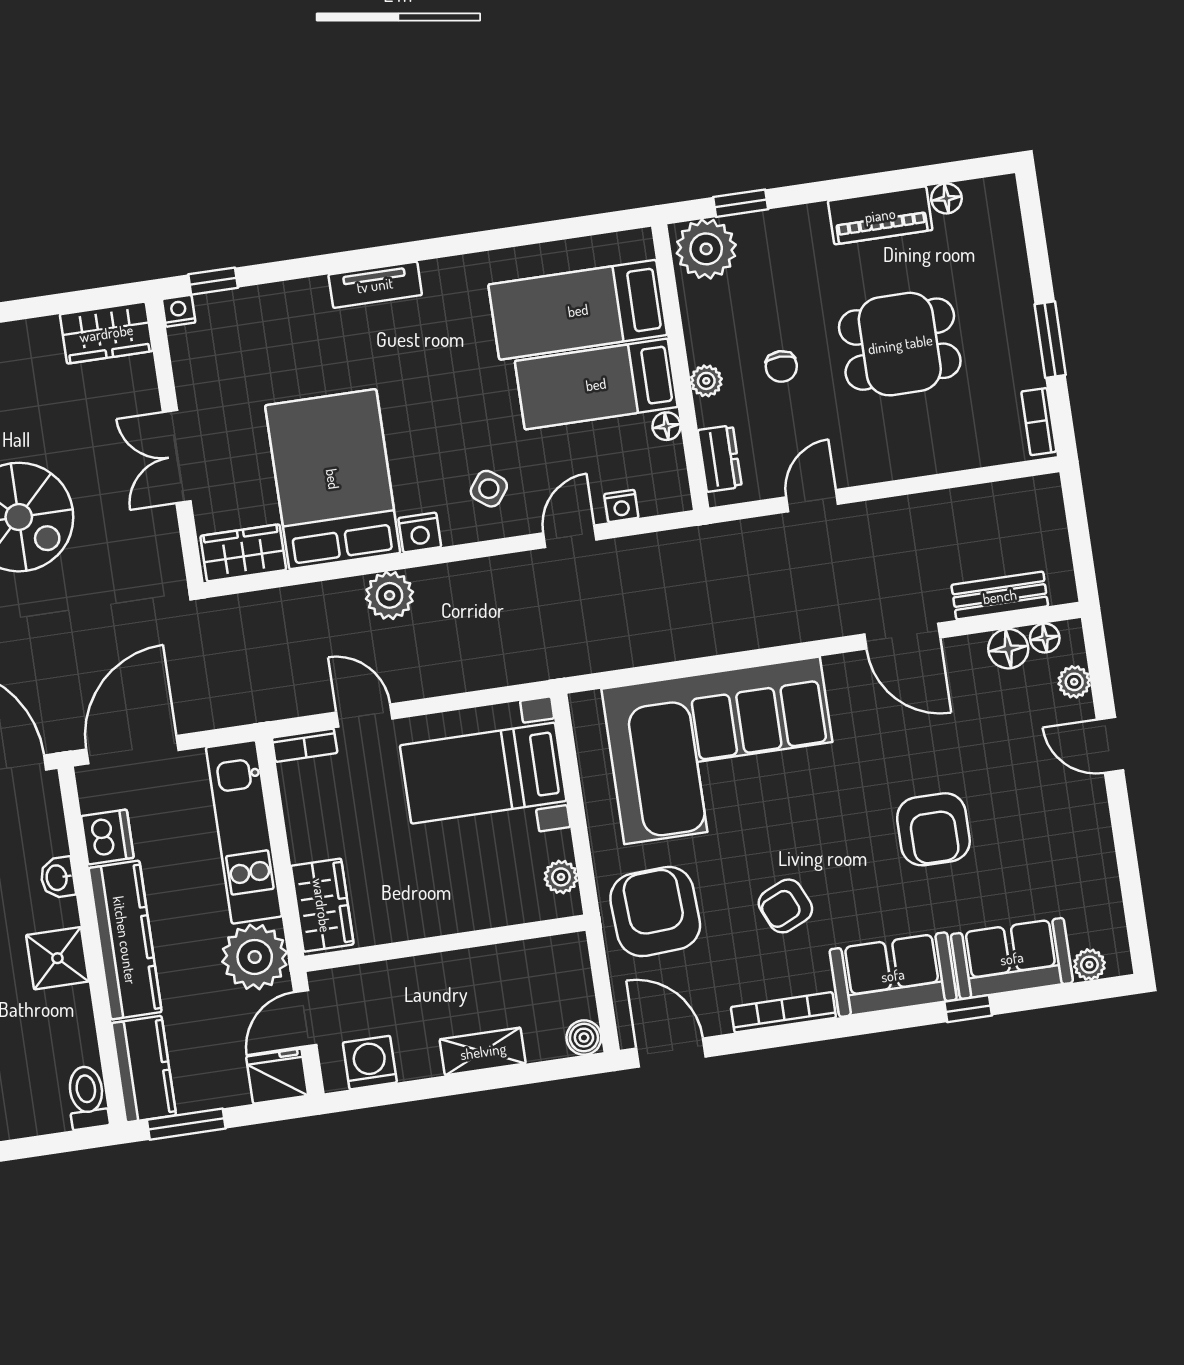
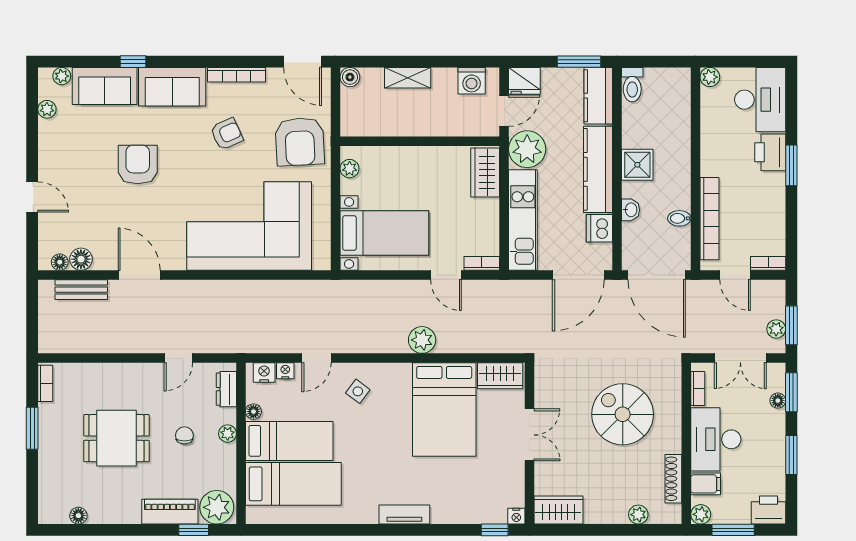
piano: (880, 215) -> (170, 512), moved
nightstand: (420, 533) -> (264, 373), moved
plant: (1074, 682) -> (47, 109), moved

